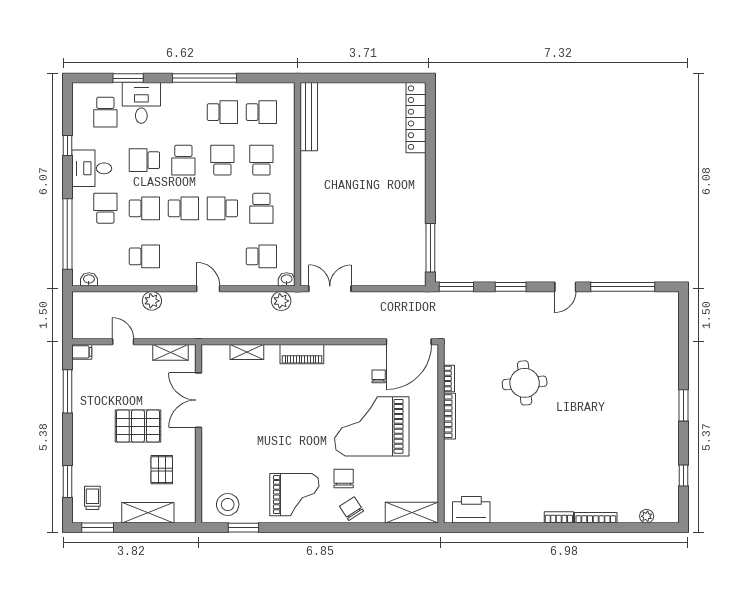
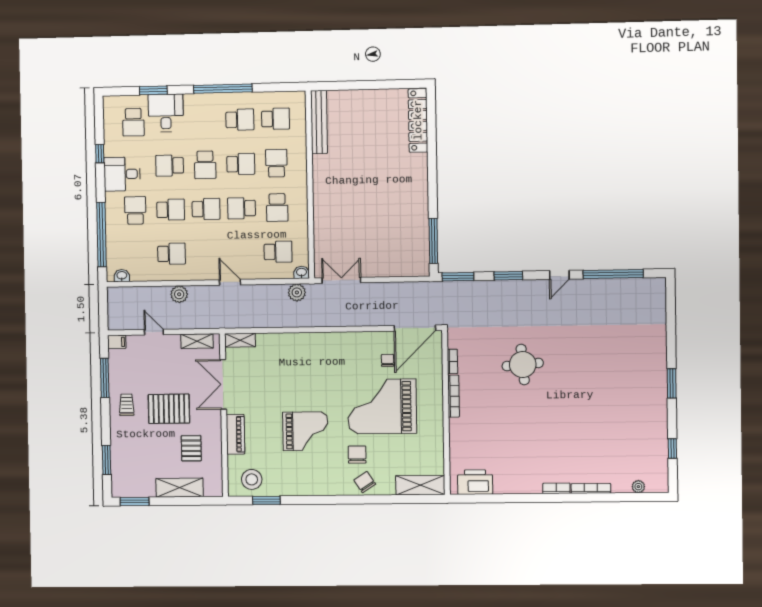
school desk: (222, 160) -> (241, 164), turned 90
shelving: (247, 352) -> (240, 340), moved
piano: (302, 354) -> (235, 434), moved, turned -90
grand piano: (294, 495) -> (305, 431), moved
trolley: (92, 498) -> (127, 405), moved

